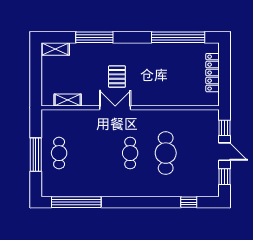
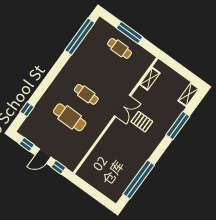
locker: (213, 73) -> (100, 185), removed

